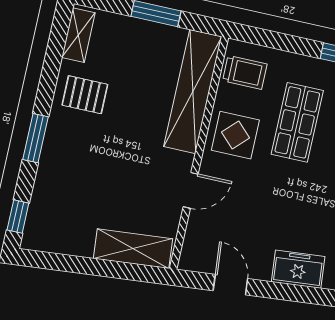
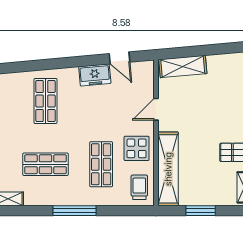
trolley: (245, 72) -> (139, 187), turned 90
freezer: (298, 269) -> (95, 75), moved

